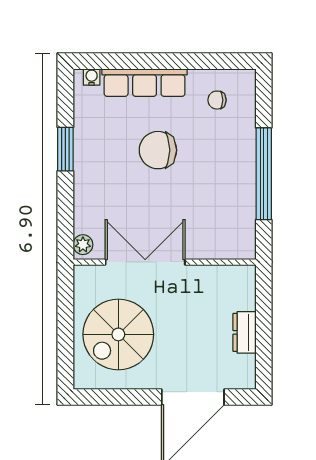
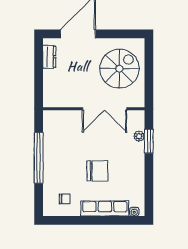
window: (65, 149) -> (149, 141), moved
plant: (83, 245) -> (139, 136), moved
dresser: (245, 332) -> (49, 57), moved

